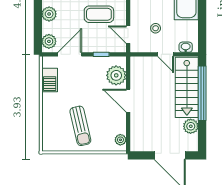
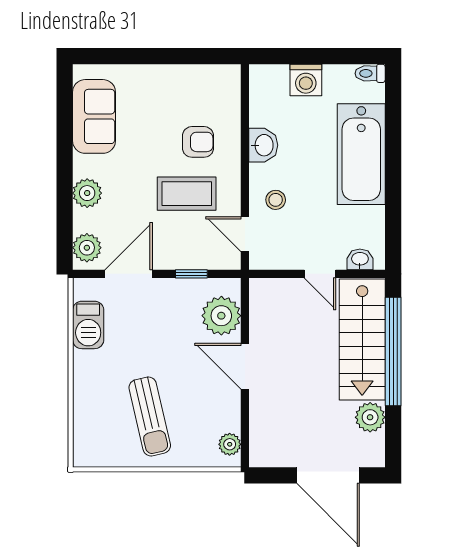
stool: (156, 28) -> (276, 200), moved

